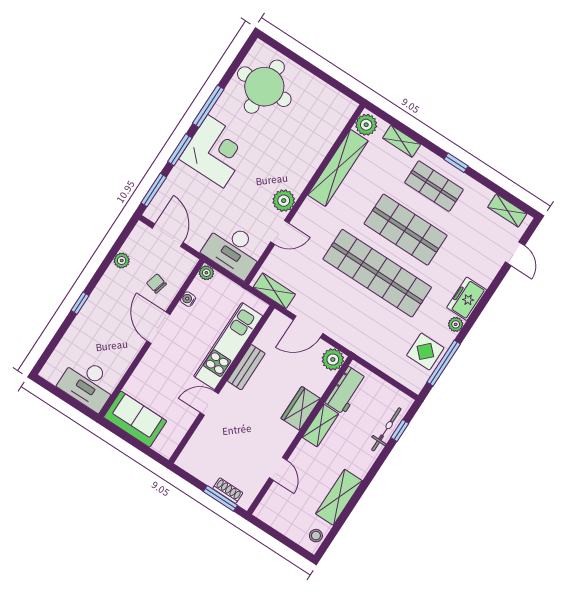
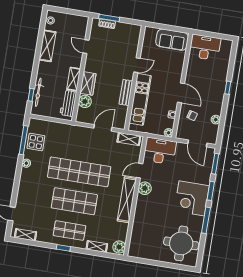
shelving: (338, 168) -> (127, 200), moved
freezer: (467, 299) -> (26, 179), removed
plant: (333, 359) -> (85, 101), moved

